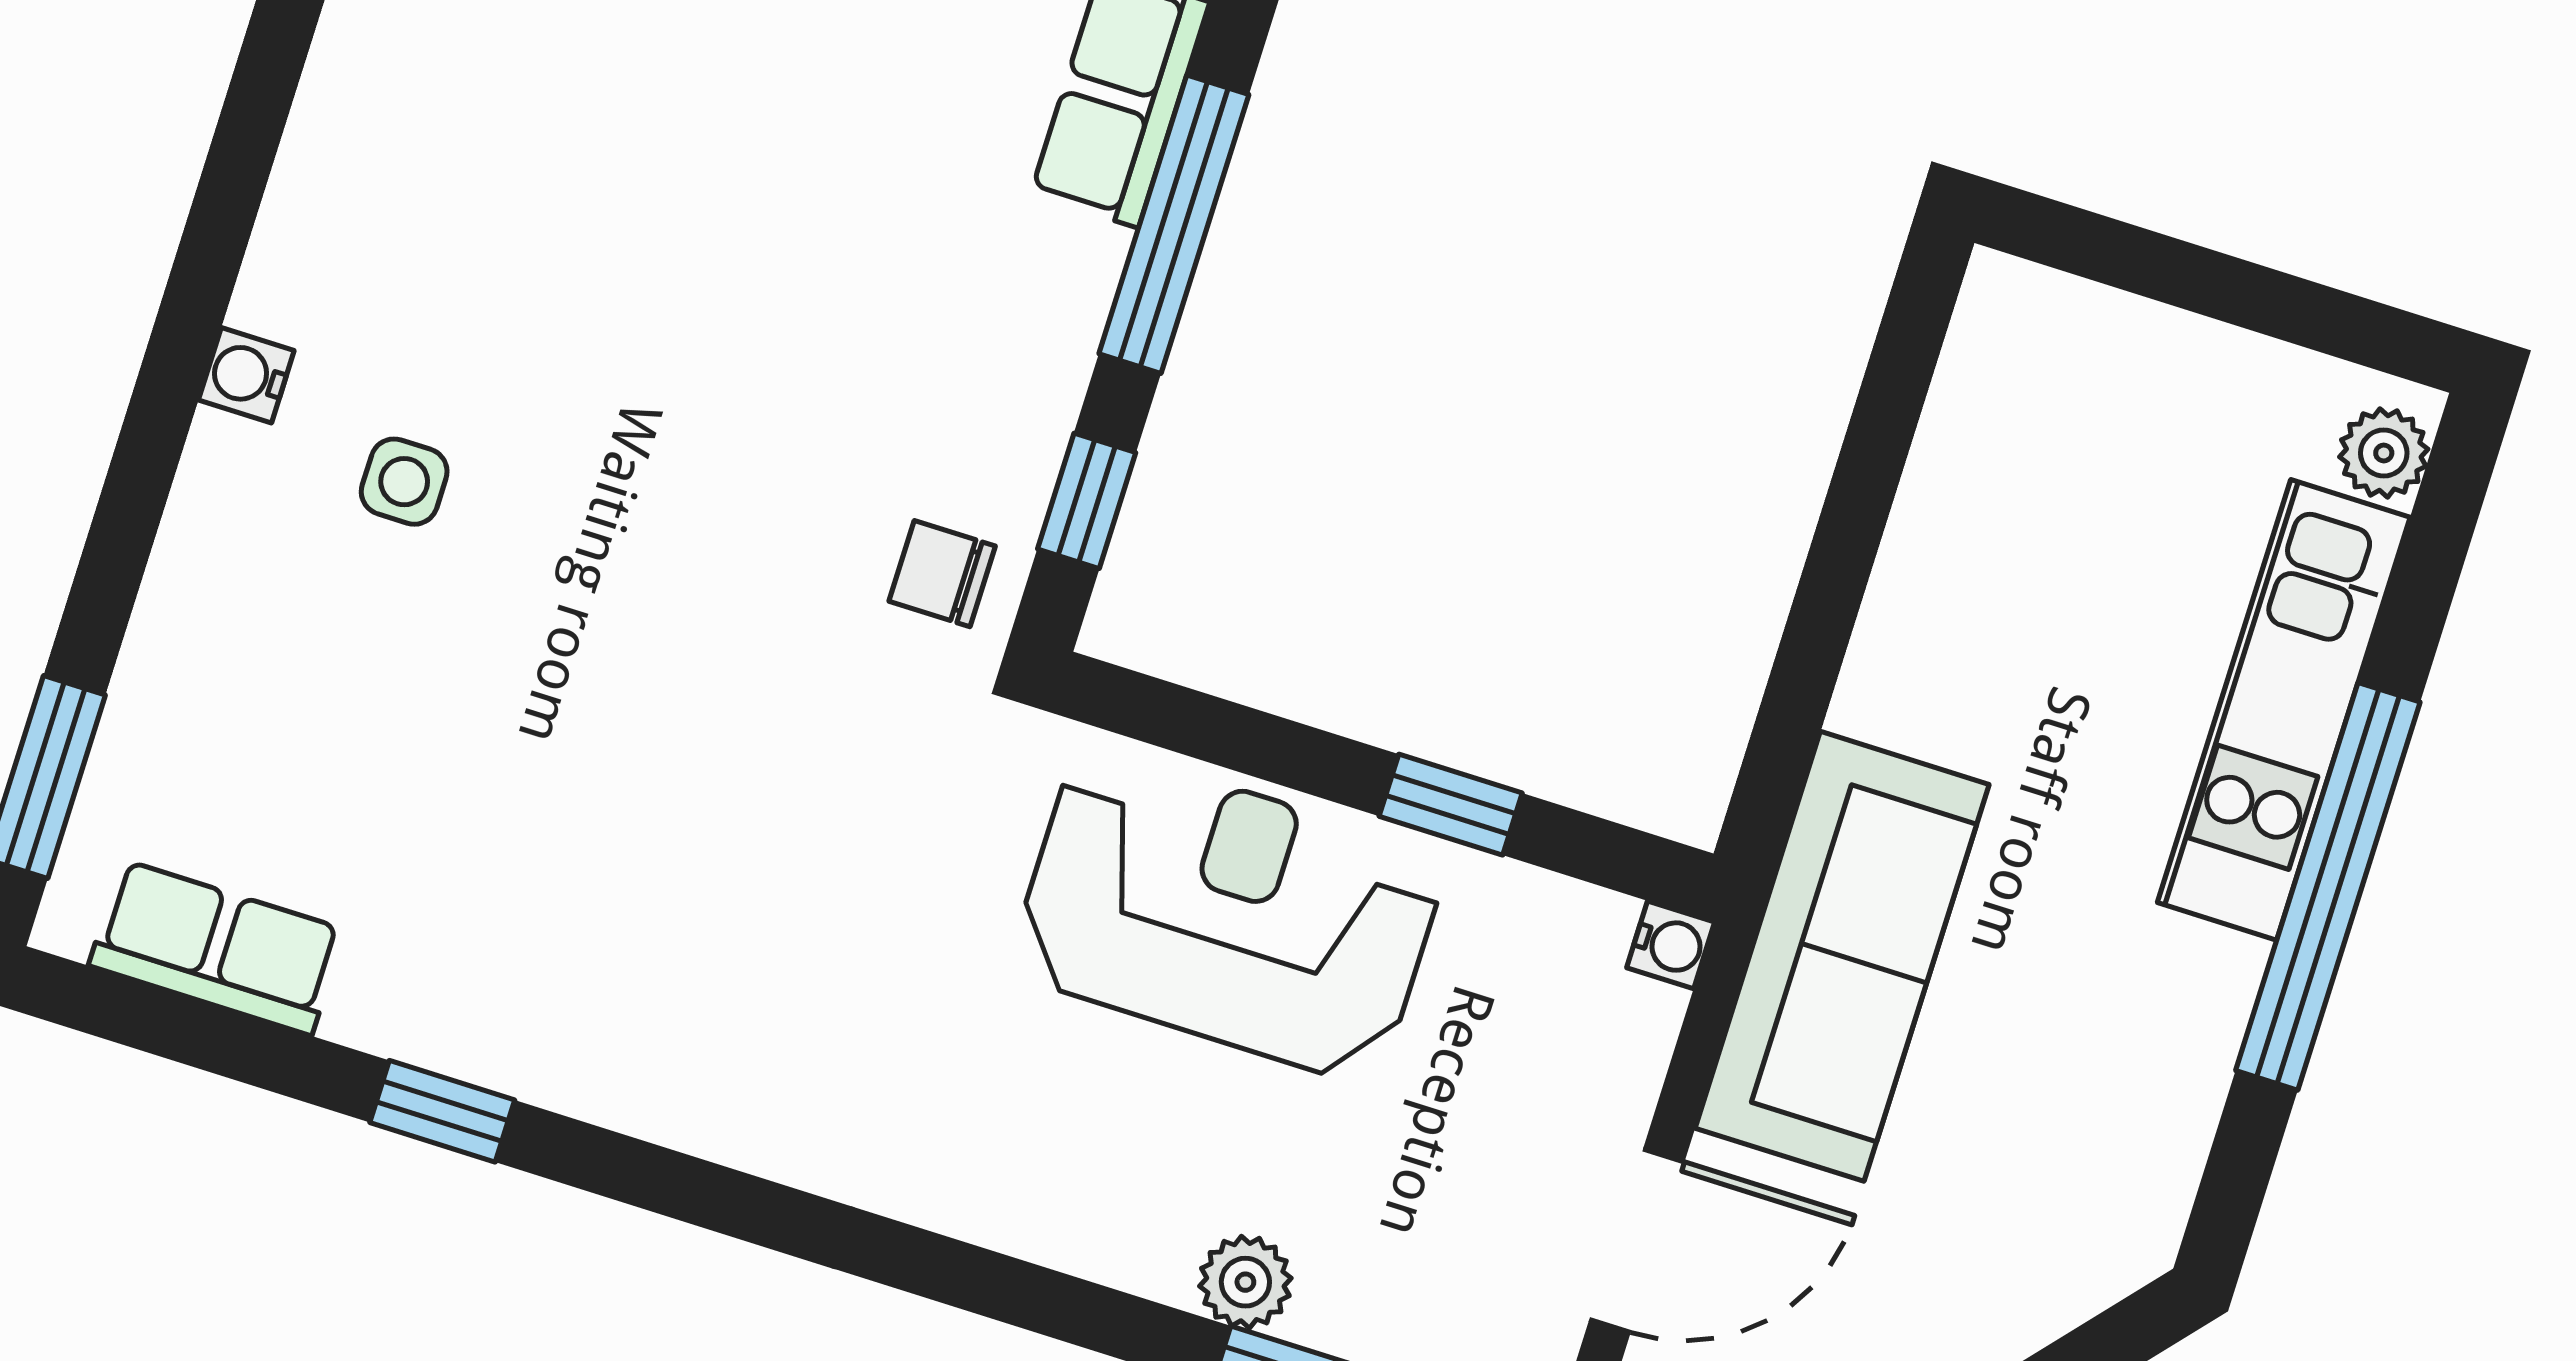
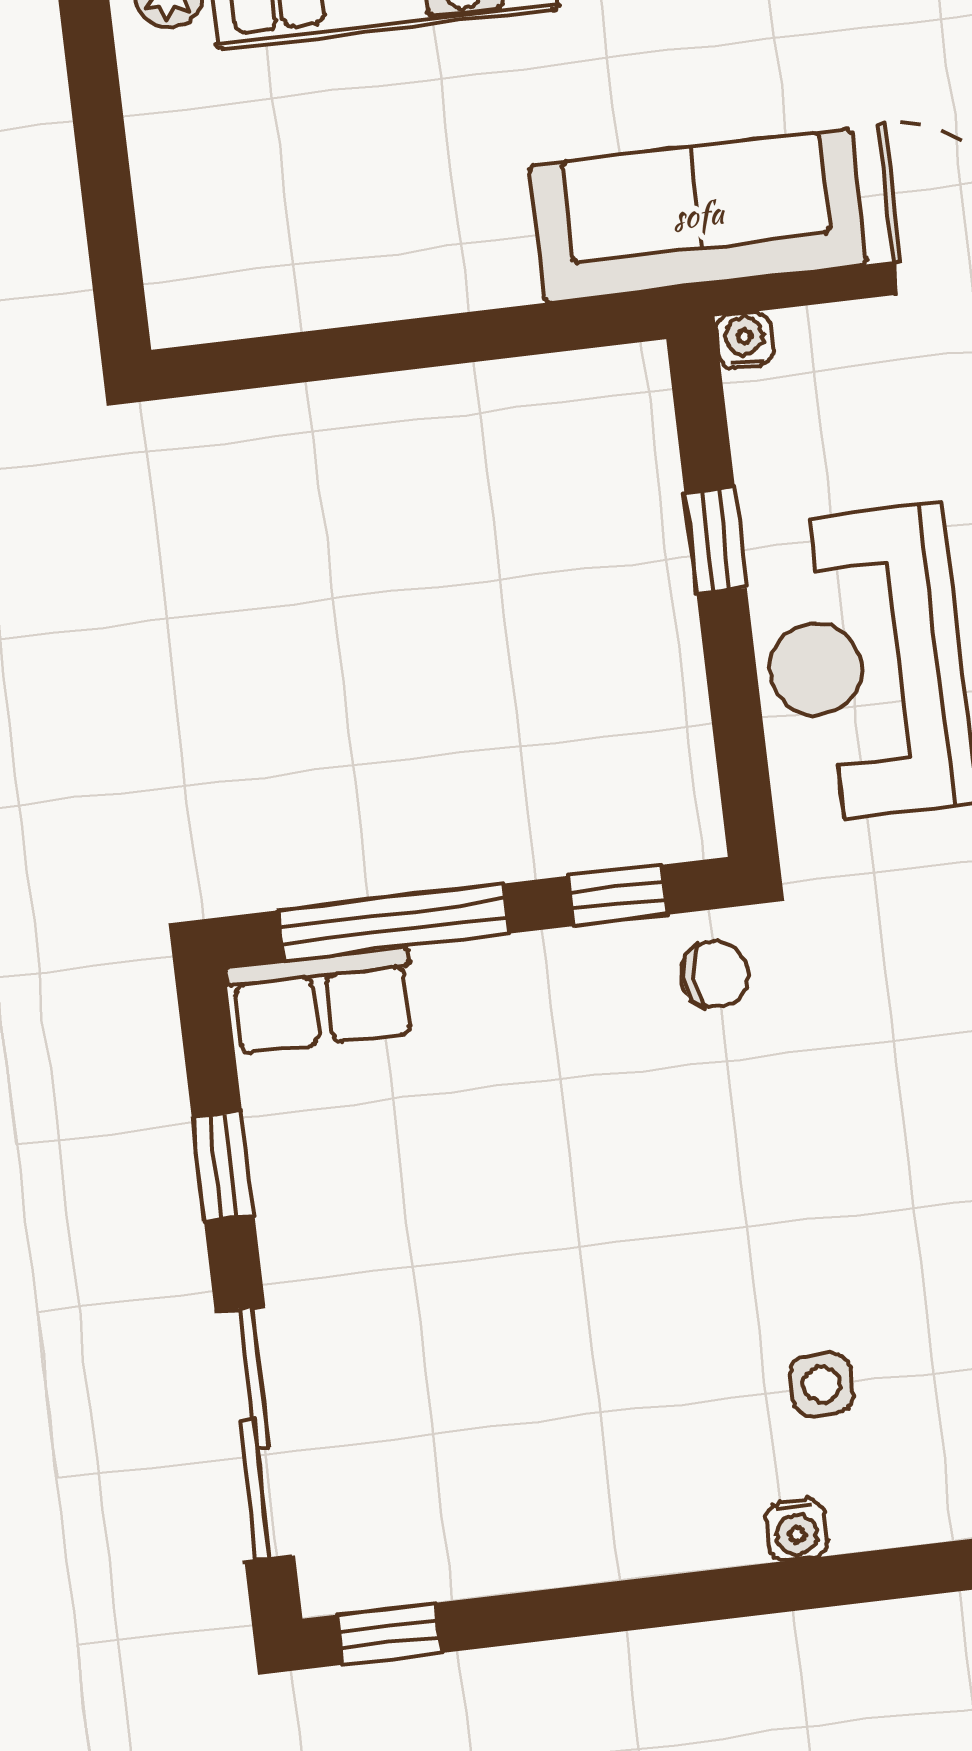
chair: (942, 574) -> (715, 974), turned -90

